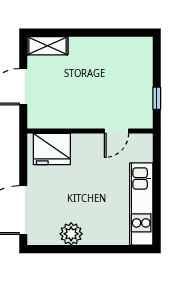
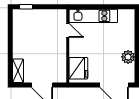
window: (157, 98) -> (26, 7), moved
kitchen unit: (141, 204) -> (93, 16), moved

